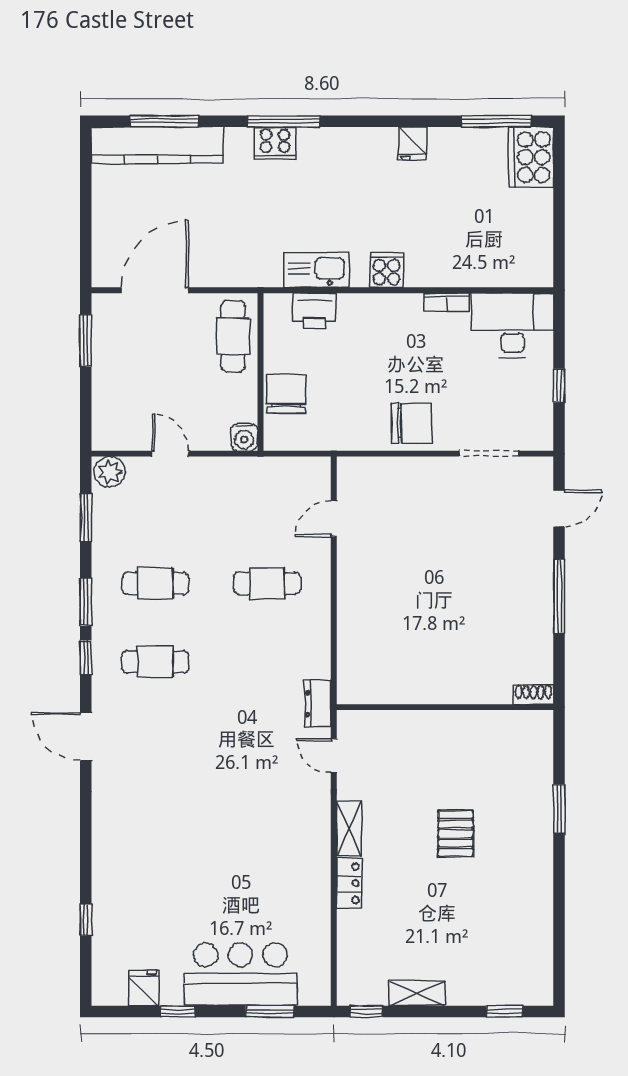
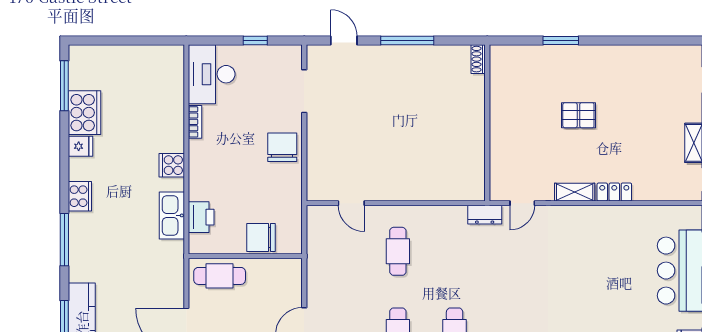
cooker: (275, 143) -> (80, 196), moved
cooker: (531, 157) -> (85, 113), moved, turned -90
water cooler: (244, 437) -> (292, 268), removed

